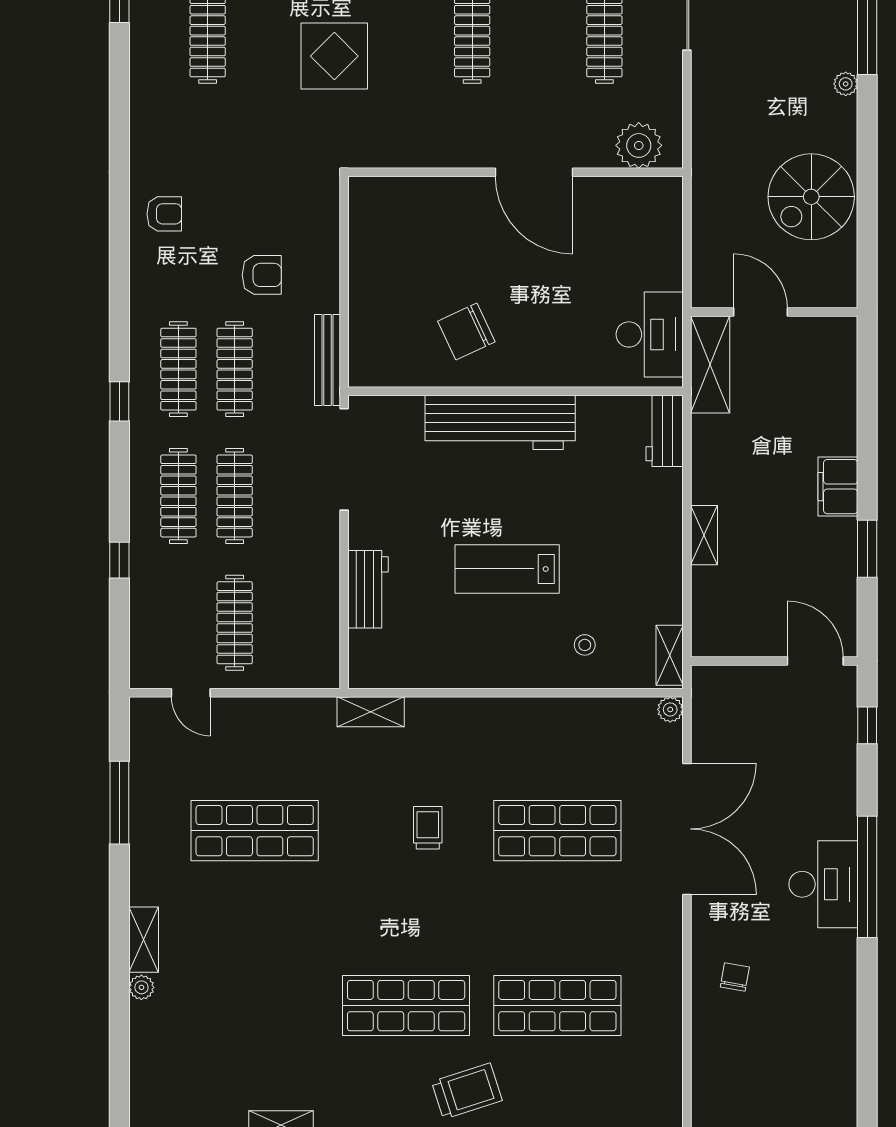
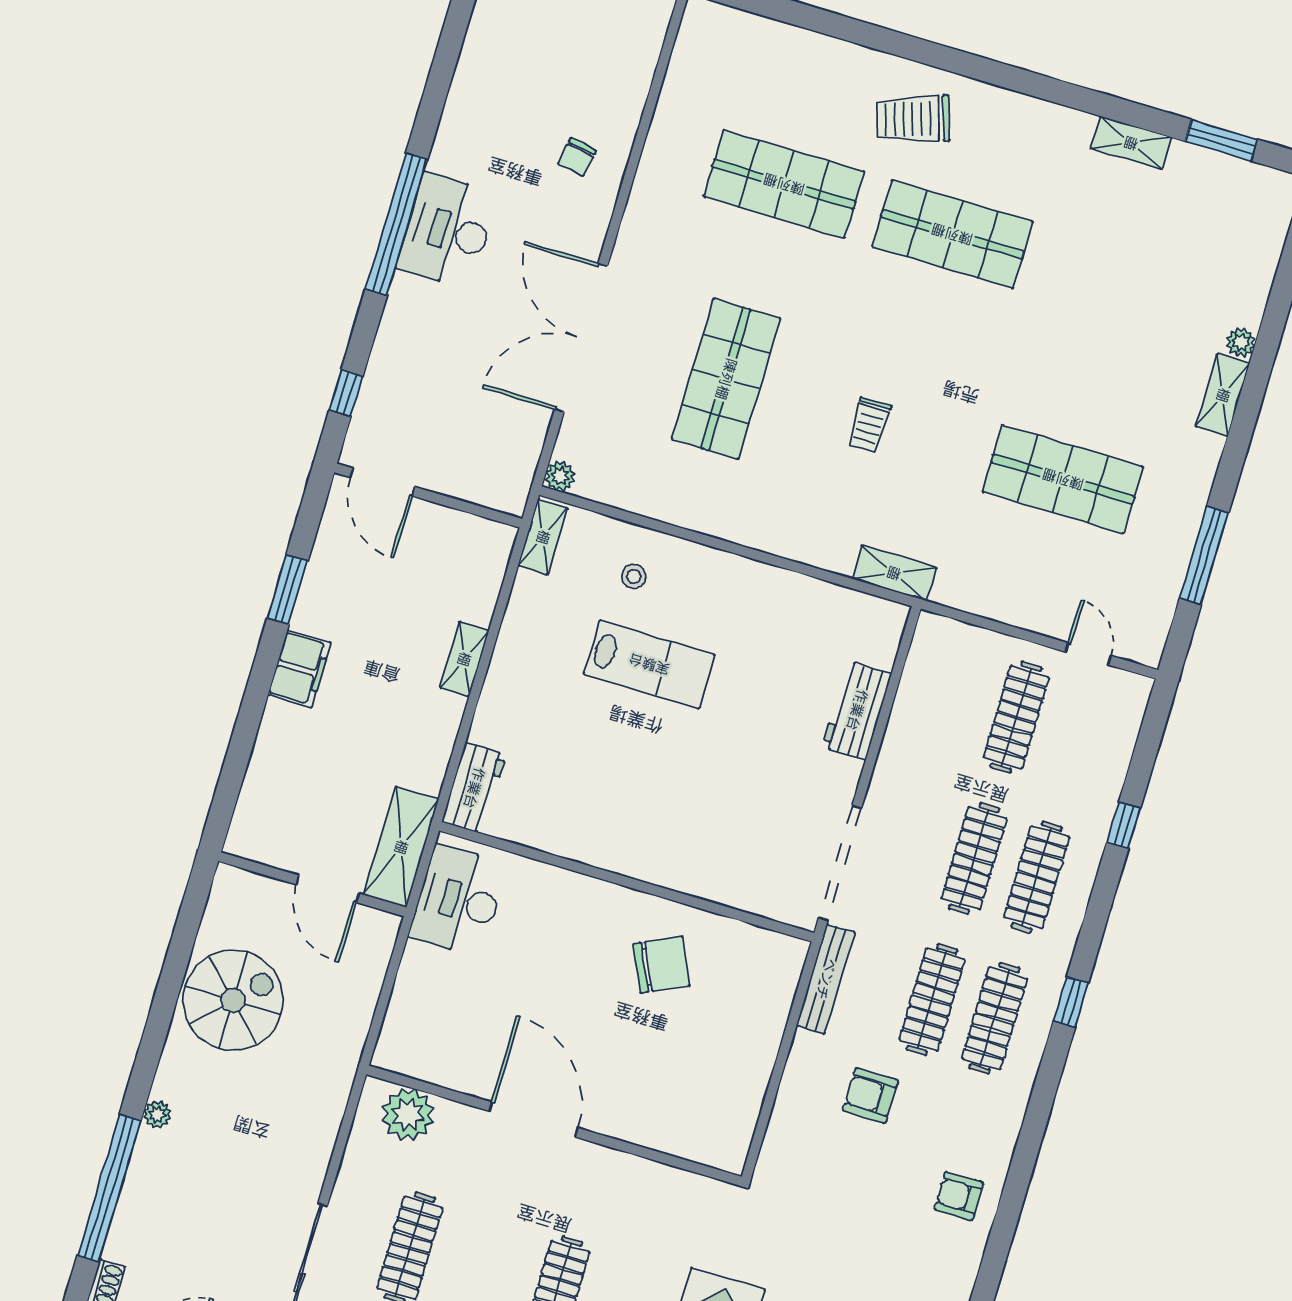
workbench: (500, 422) -> (654, 852), removed
lab bench: (507, 569) -> (649, 664), moved
shop shelf: (557, 831) -> (726, 379), turned 90

